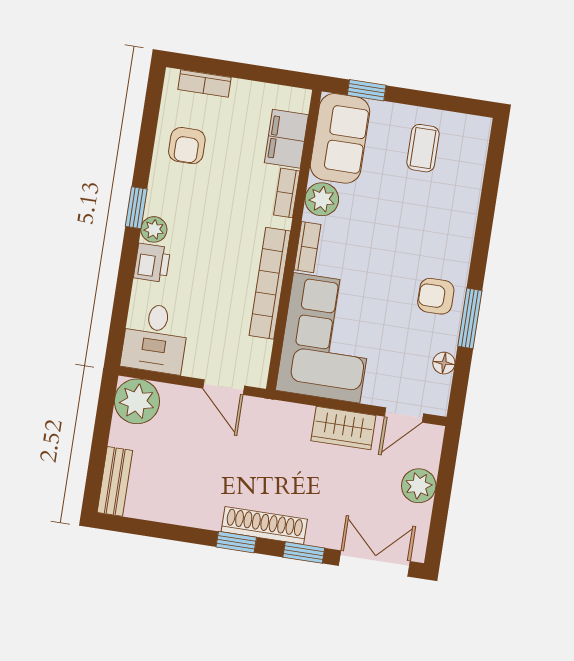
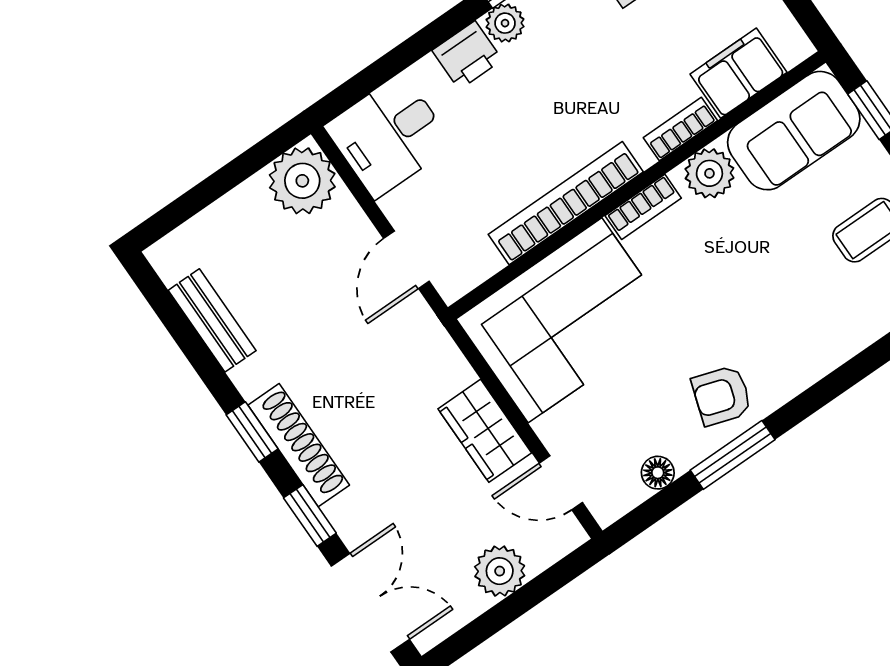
armchair: (436, 296) -> (722, 396), turned -72
bench: (115, 481) -> (212, 320), moved, turned 90

